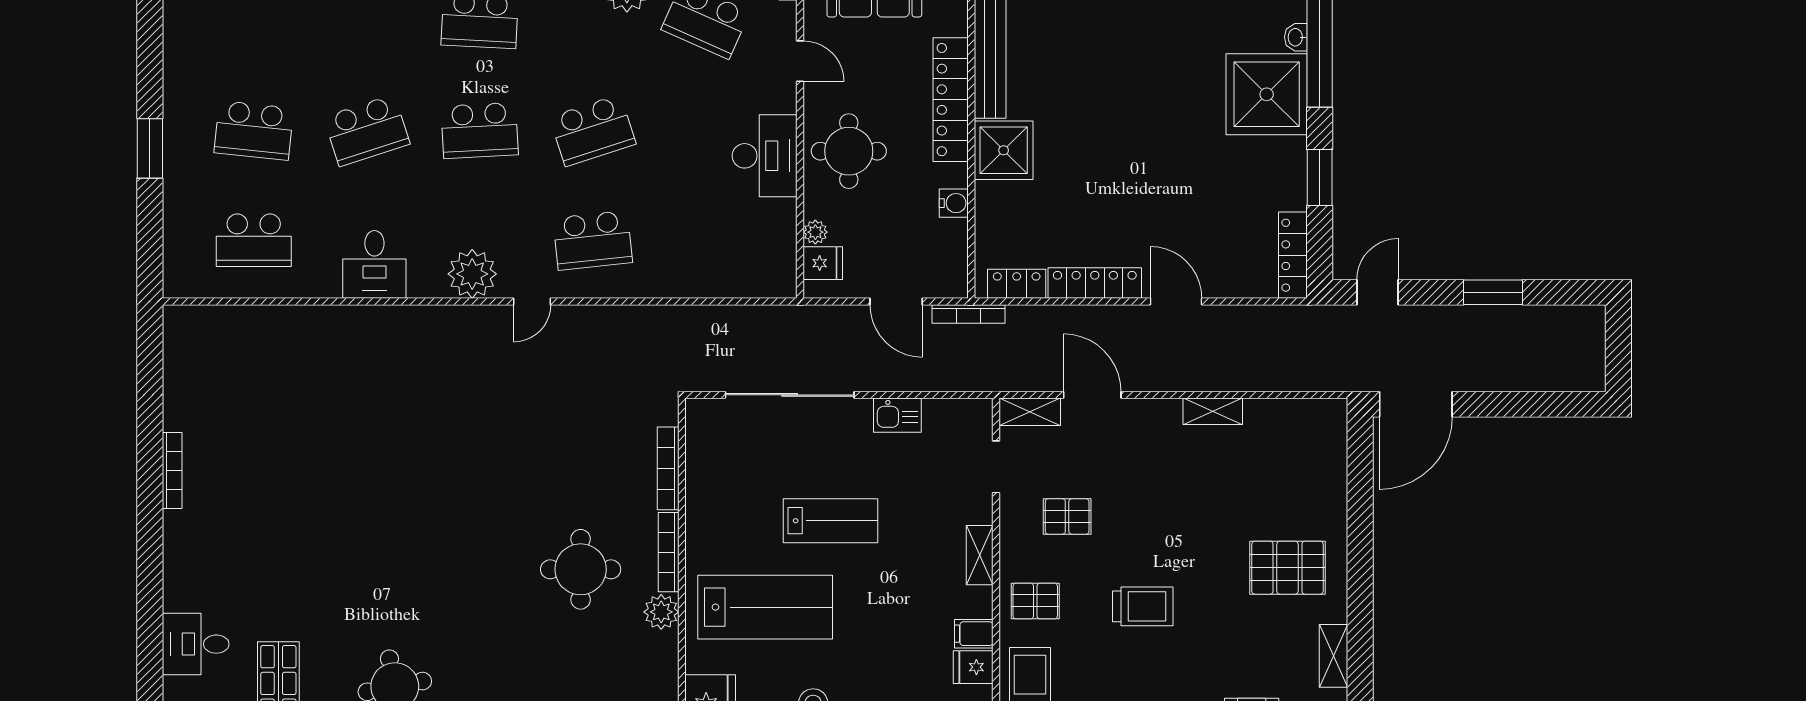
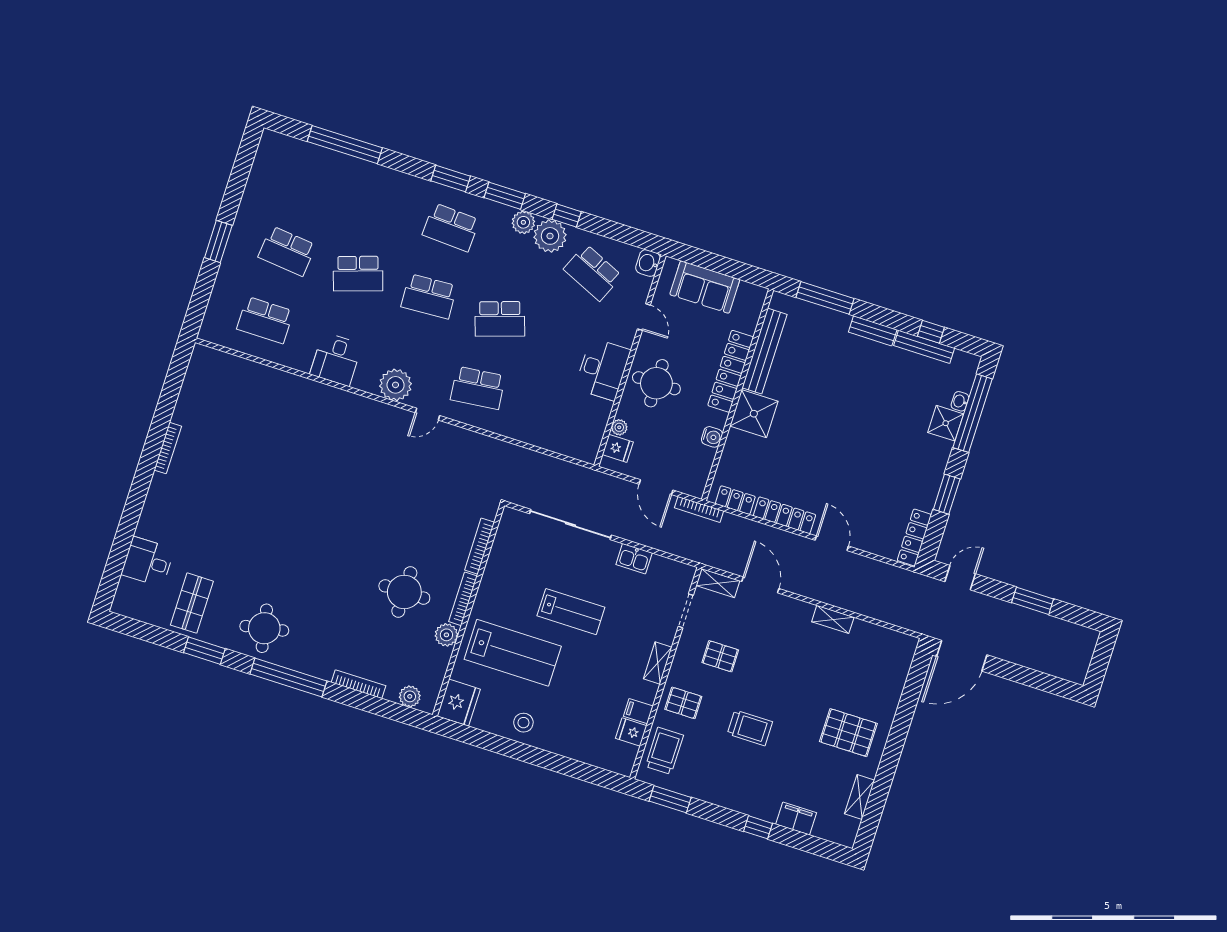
shower: (1267, 94) -> (946, 423), width x0.54, depth x0.54

